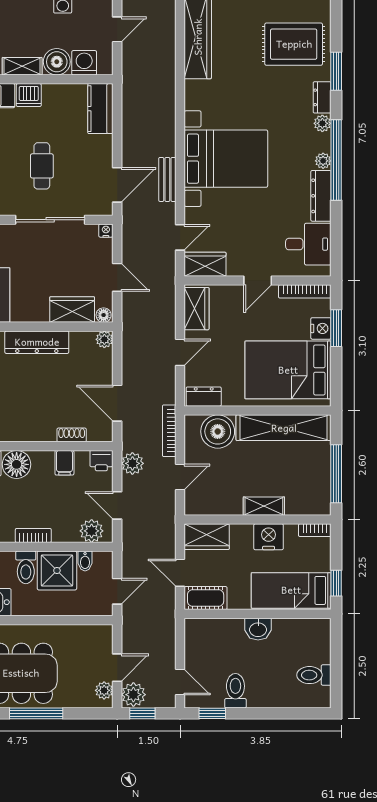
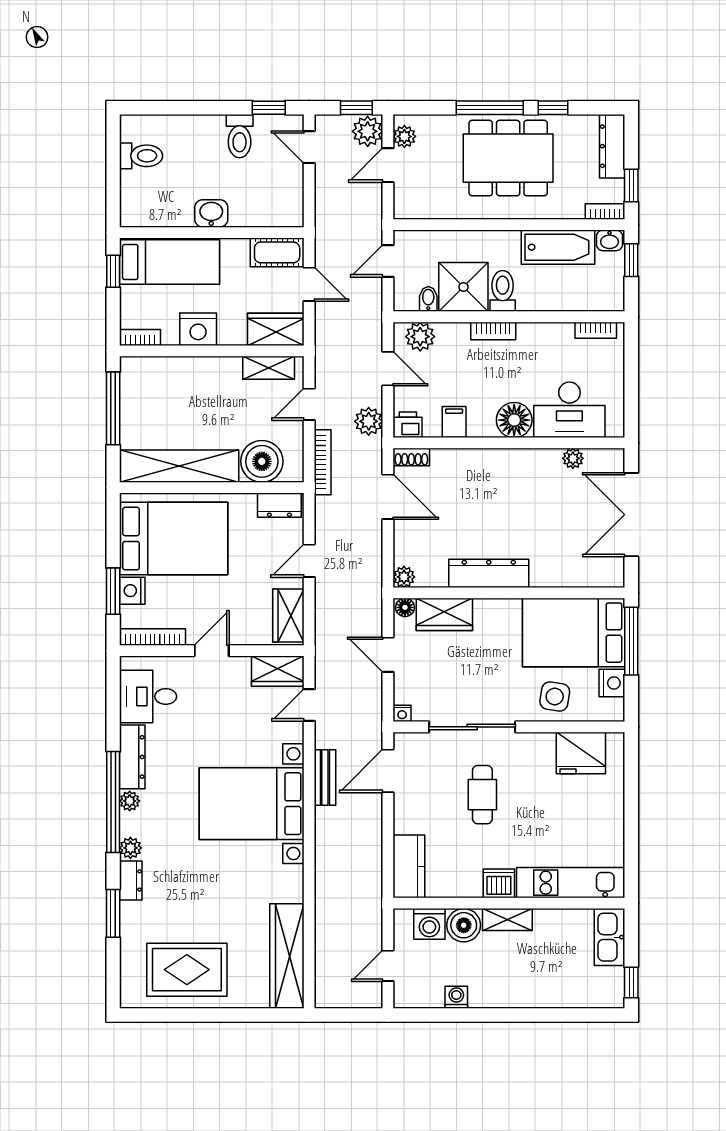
rug: (294, 44) -> (187, 970), moved
shoe rack: (72, 435) -> (411, 457), moved
shelving: (264, 506) -> (269, 368), moved

